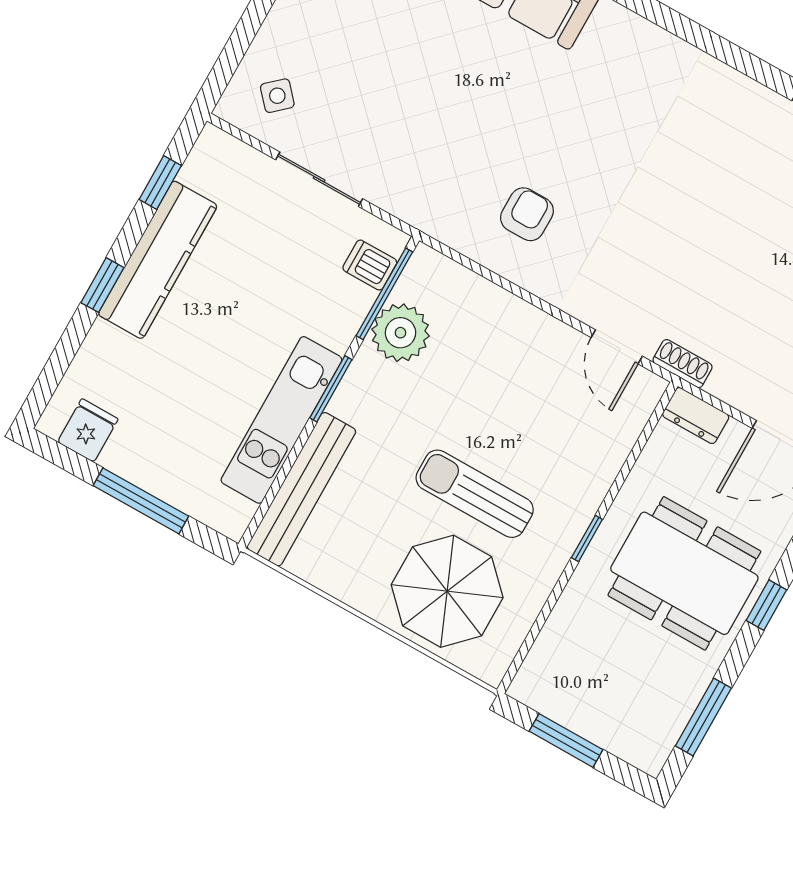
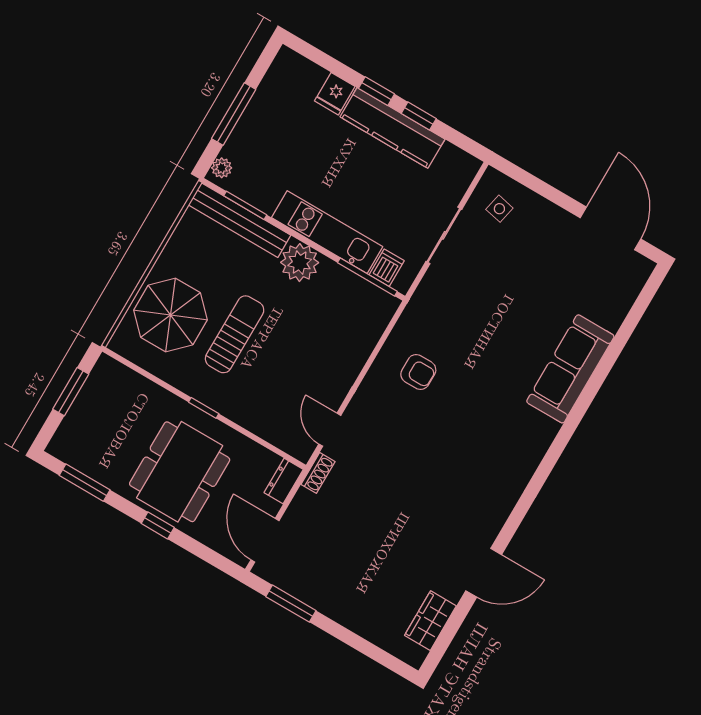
side table: (277, 96) -> (499, 209), turned -36
window: (160, 183) -> (419, 116), moved
plant: (400, 333) -> (300, 263), moved
door: (617, 347) -> (330, 430), hinge flipped
window: (331, 389) -> (245, 205), moved
kitchen unit: (281, 420) -> (327, 232), moved
fridge: (88, 430) -> (335, 94), moved, turned 90
plant: (223, 518) -> (222, 168), added

